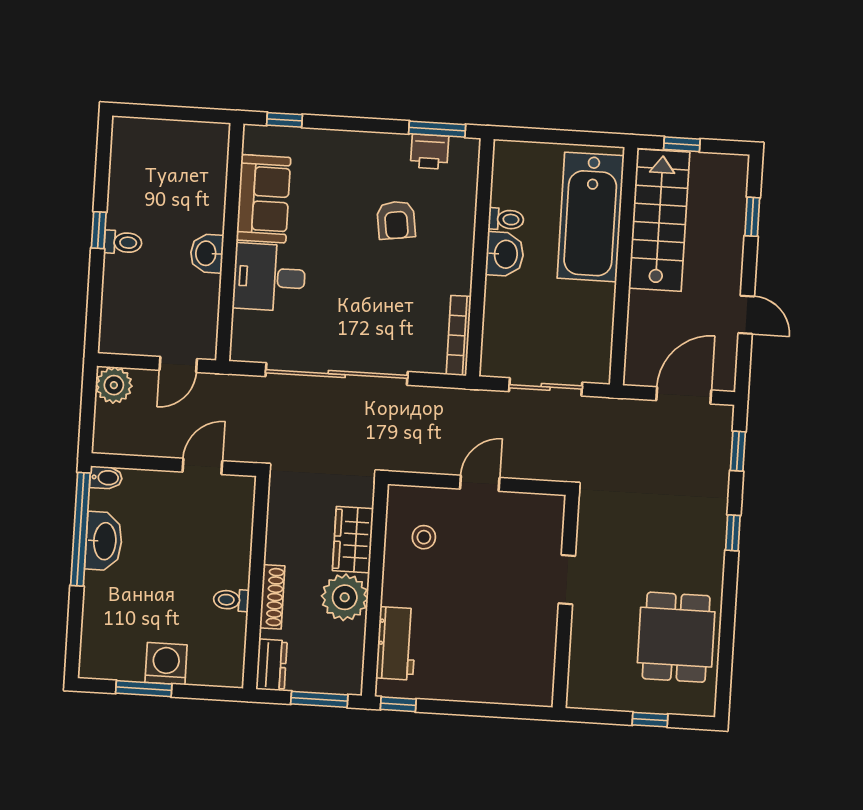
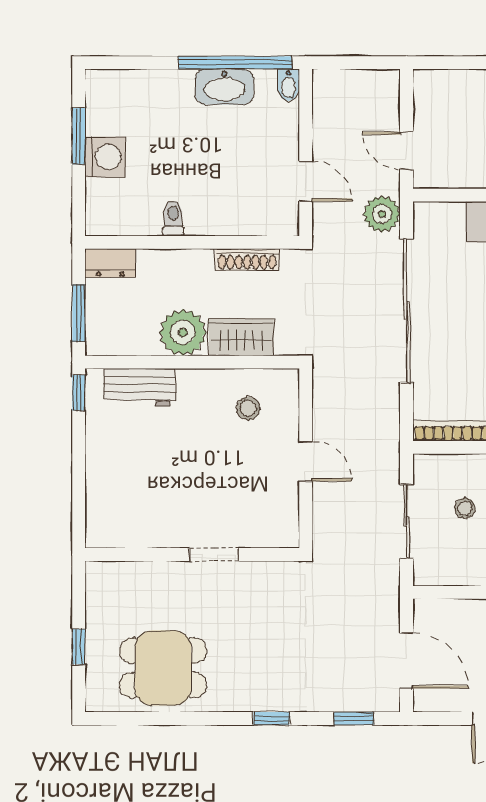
stool: (536, 328) -> (465, 508), added
plant: (114, 385) -> (382, 214), moved
shoe rack: (272, 597) -> (247, 259), moved

